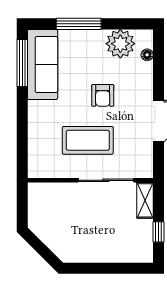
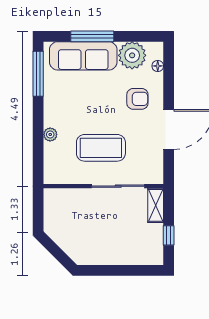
sofa: (43, 65) -> (83, 56), moved, turned 90
armchair: (103, 95) -> (137, 99), moved, turned -90
plant: (35, 126) -> (50, 134), added

